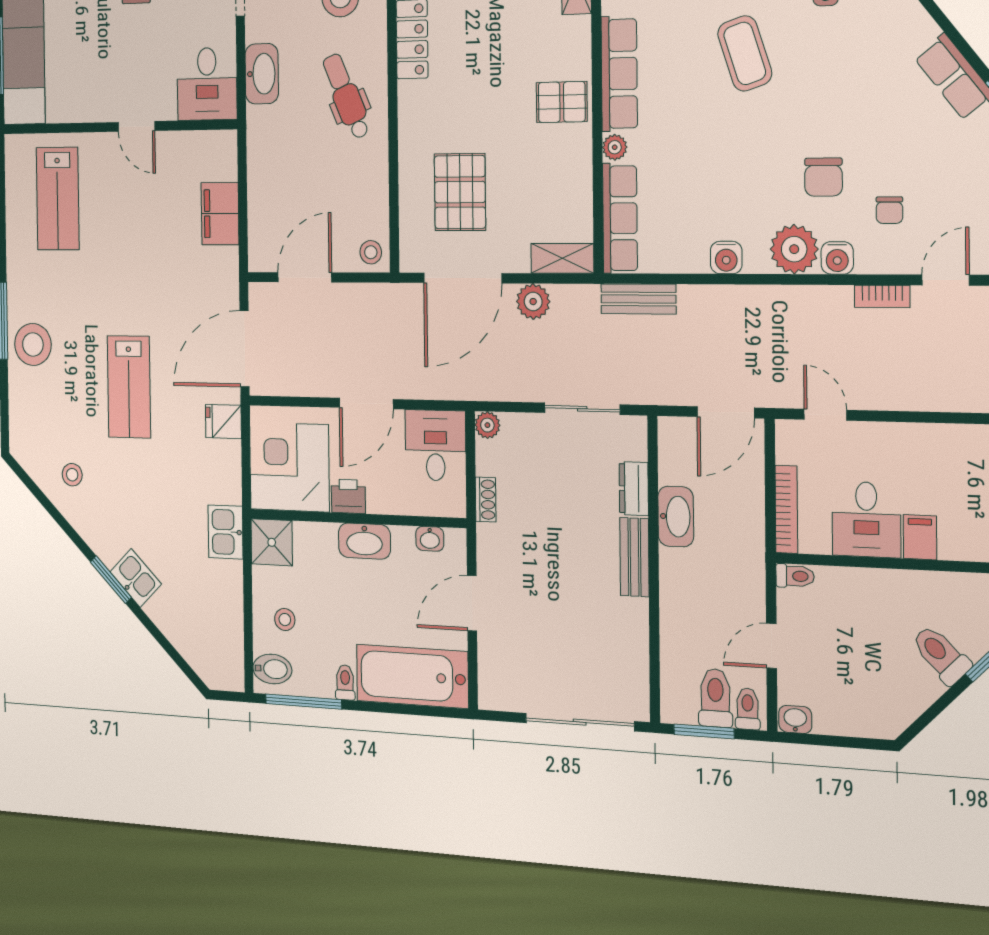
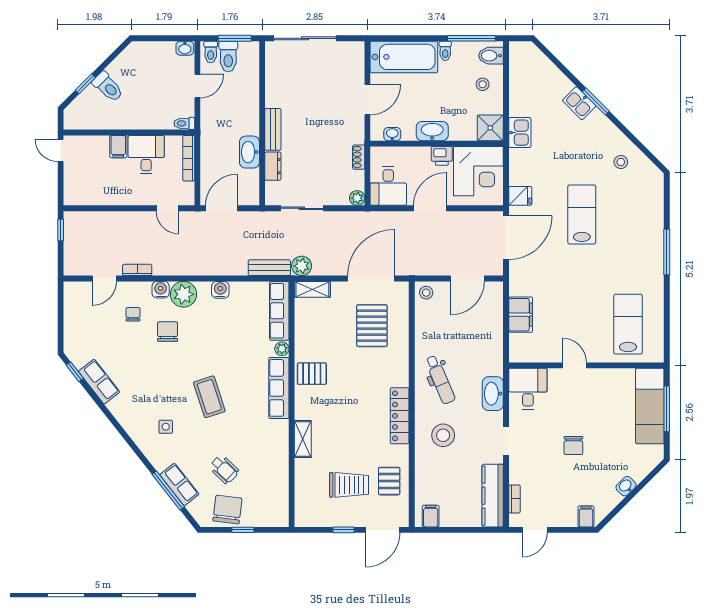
plant: (533, 302) -> (302, 266), moved
stool: (33, 344) -> (646, 238), removed

